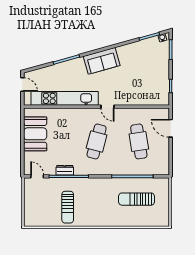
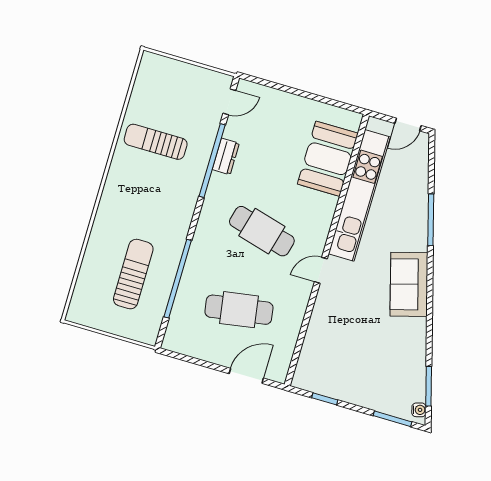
booth: (35, 134) -> (328, 159), moved, turned 90

